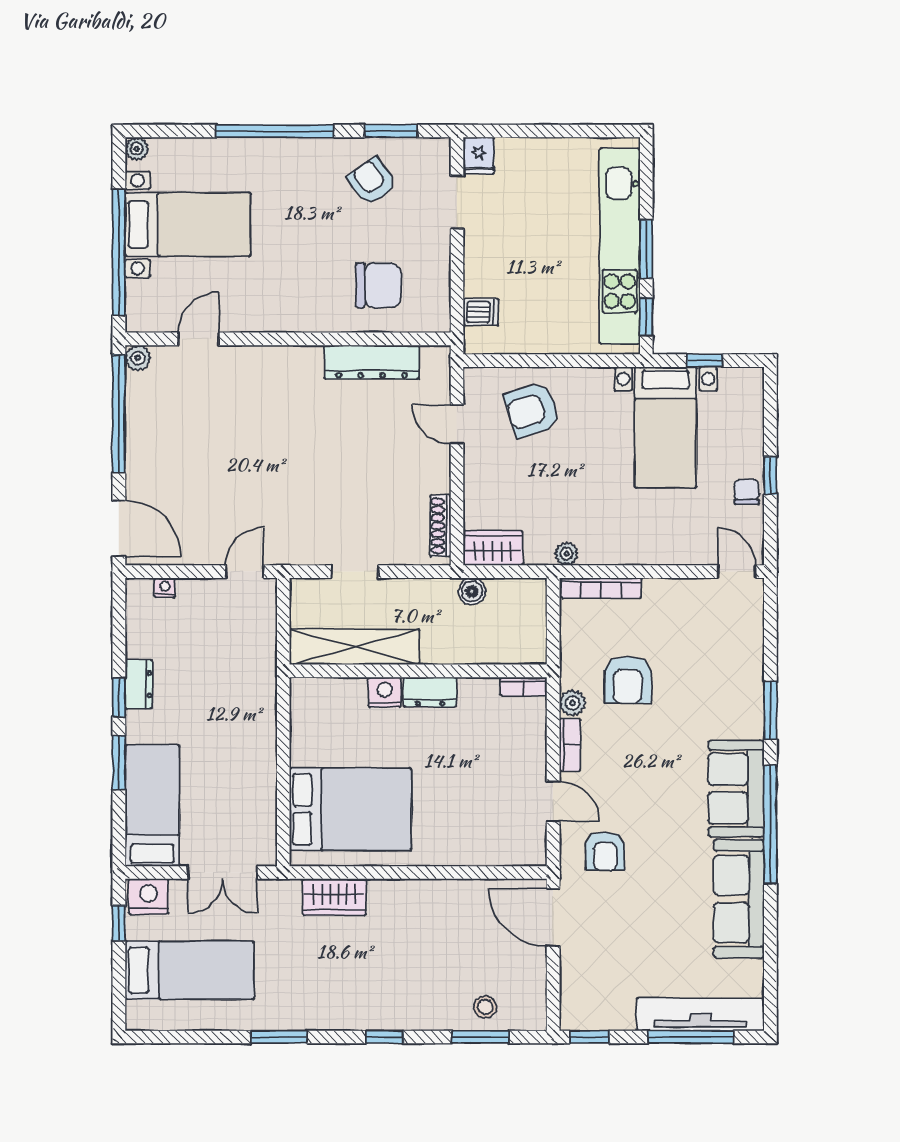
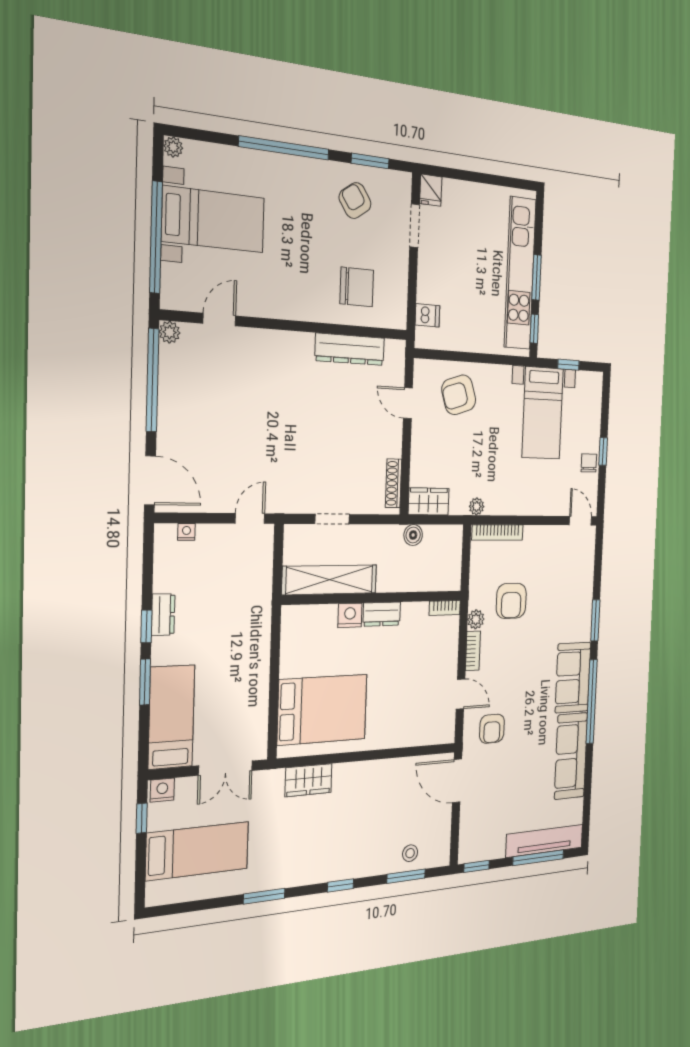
nightstand: (149, 896) -> (162, 790), width x0.74, depth x0.75

